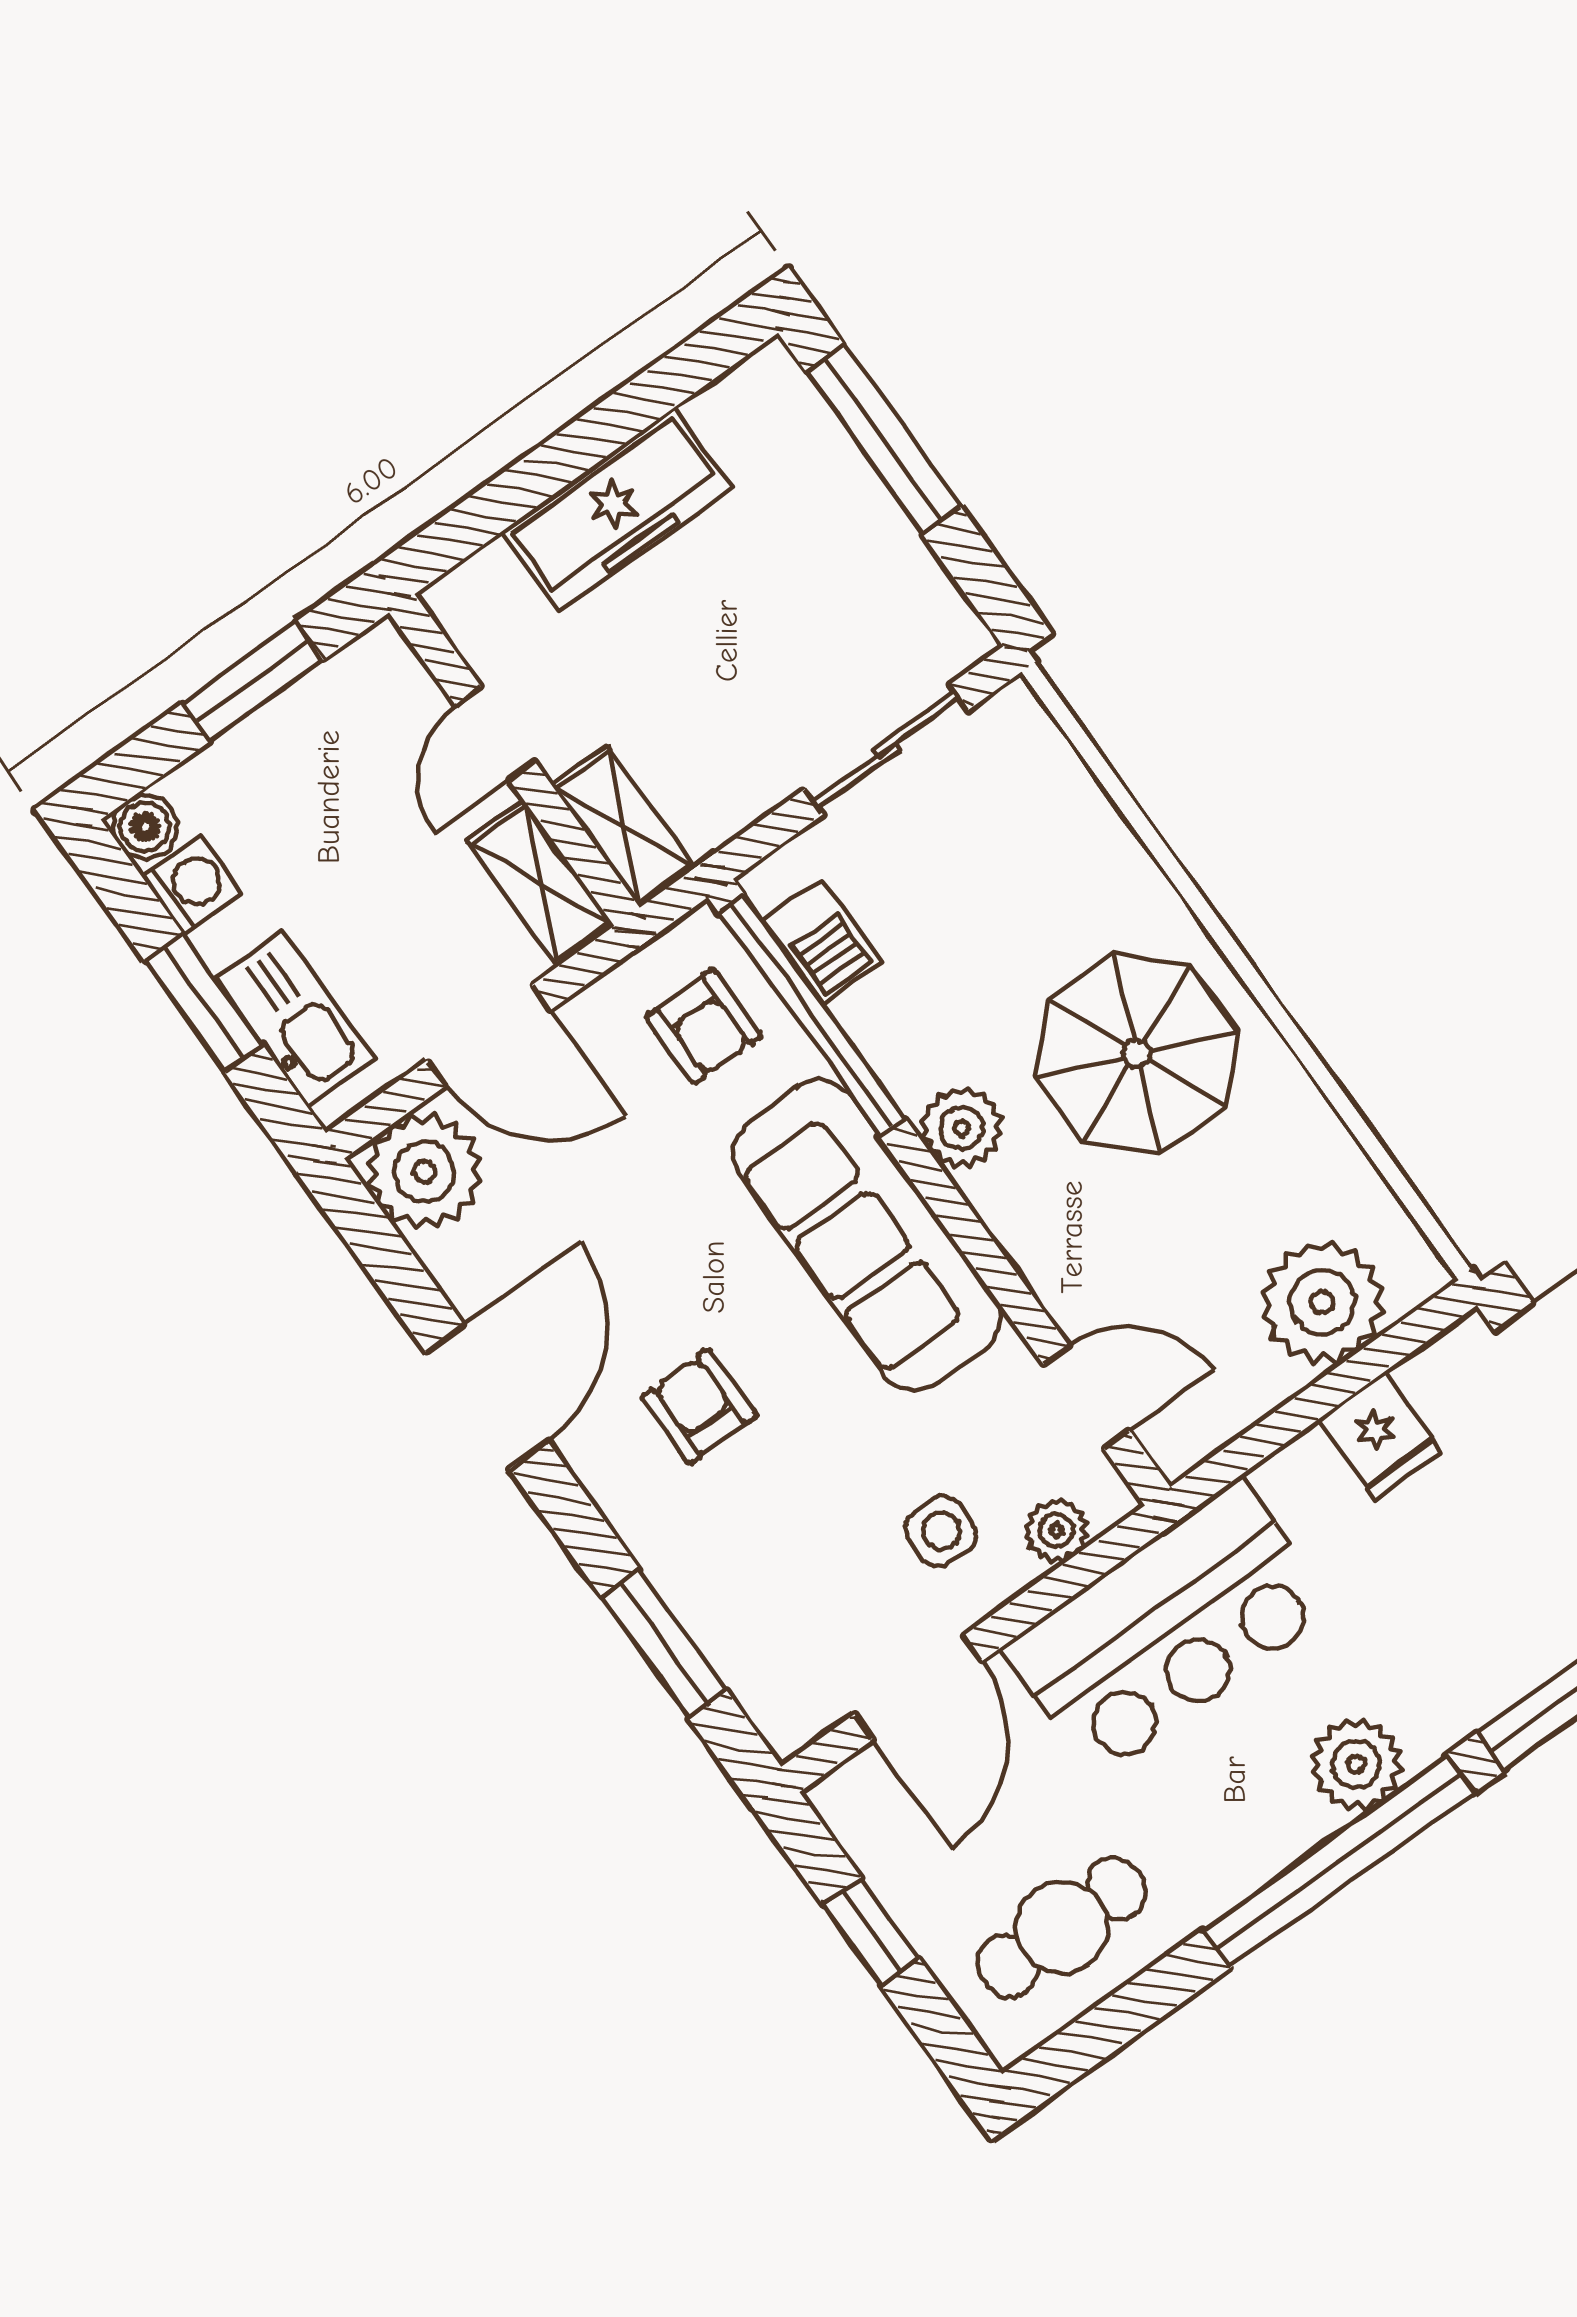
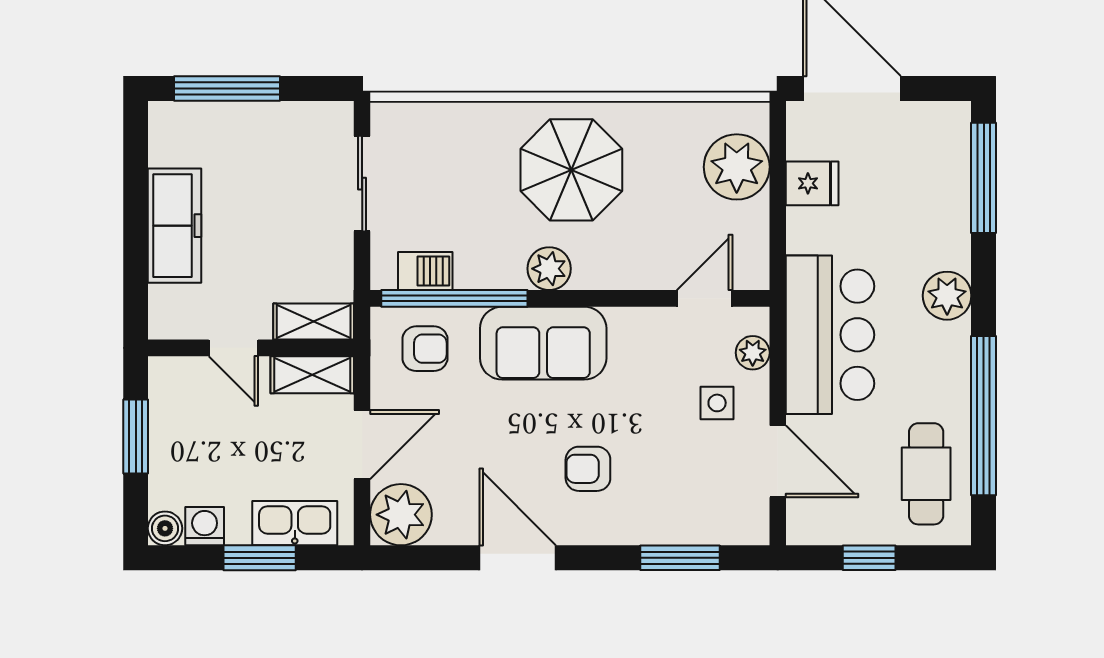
sofa: (867, 1235) -> (543, 343), width x0.73
window: (1338, 1861) -> (984, 416), moved

